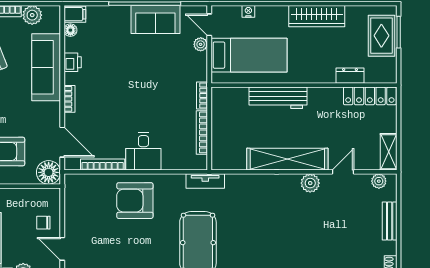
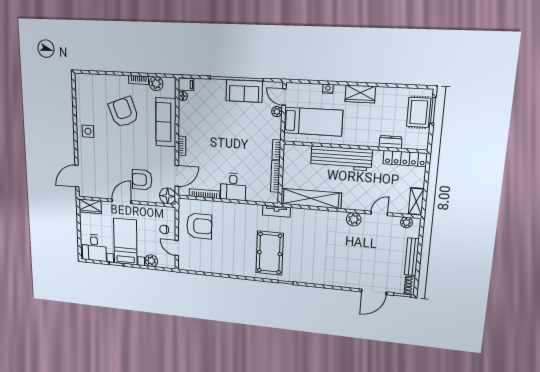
nightstand: (248, 11) -> (328, 89), moved
wardrobe: (317, 16) -> (360, 94), width x0.67
printer: (73, 62) -> (184, 120), removed
workbench: (278, 98) -> (341, 158), width x1.36, depth x1.32
door: (62, 142) -> (177, 176), hinge flipped
shelving: (287, 159) -> (311, 198), moved
armchair: (135, 201) -> (199, 226), moved, turned 180
bench: (390, 221) -> (412, 257), width x1.36

